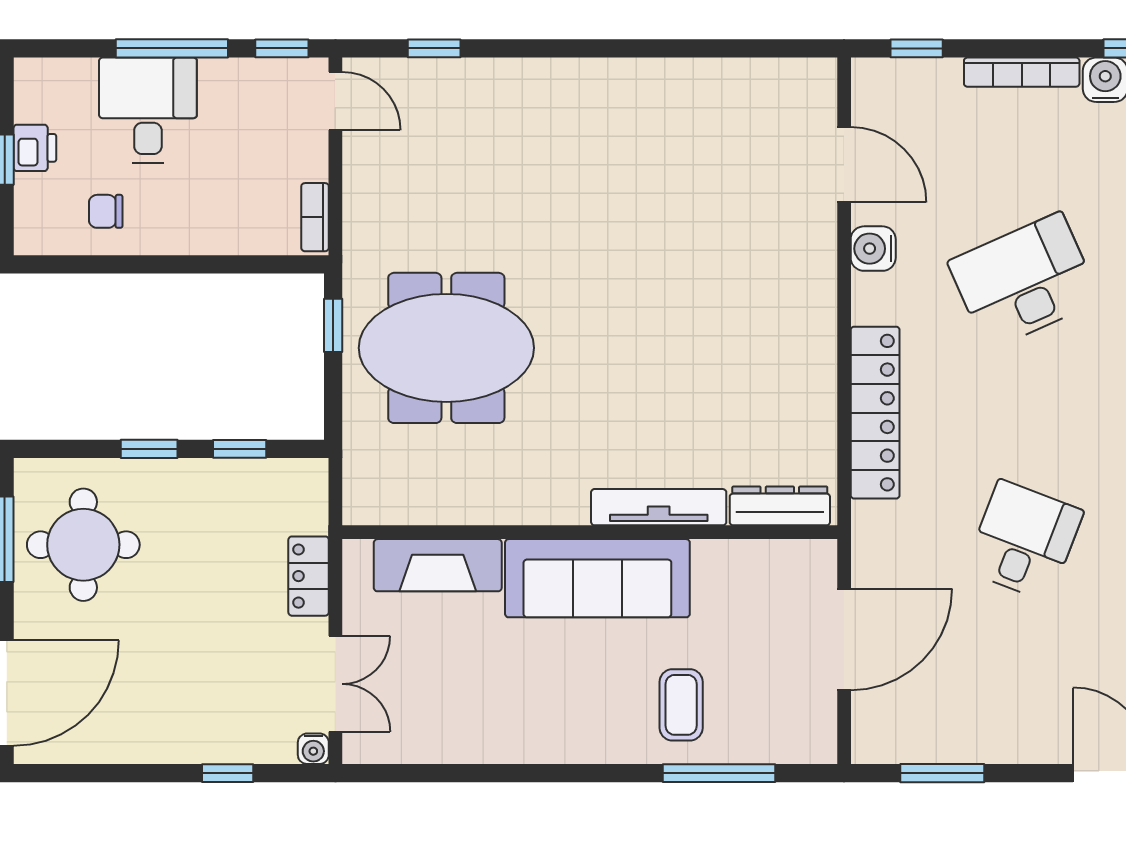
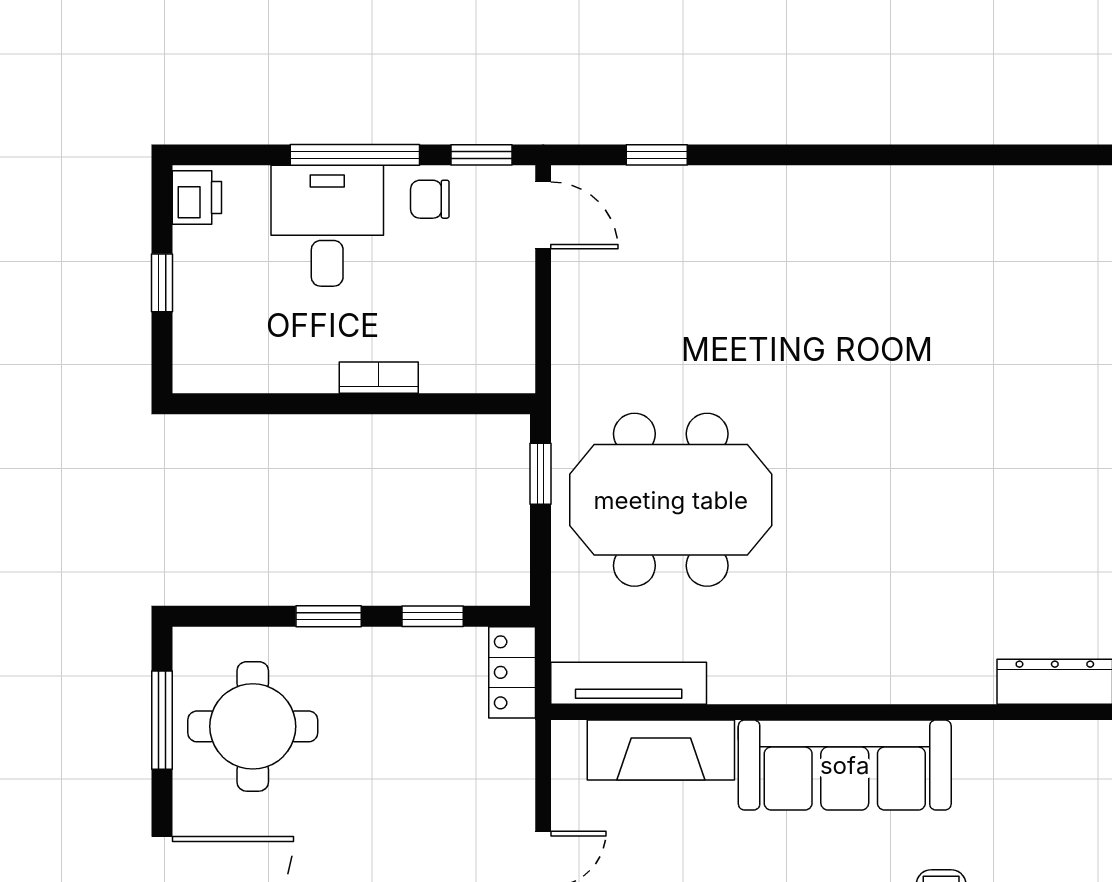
printer: (35, 148) -> (197, 197), moved
chair: (106, 211) -> (430, 199), moved
bookcase: (315, 217) -> (379, 378), moved, turned 90
tv unit: (659, 507) -> (629, 683), moved
locker: (309, 576) -> (512, 672), moved

